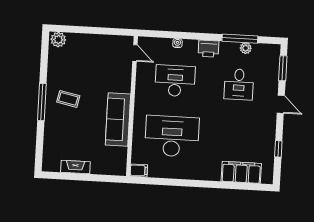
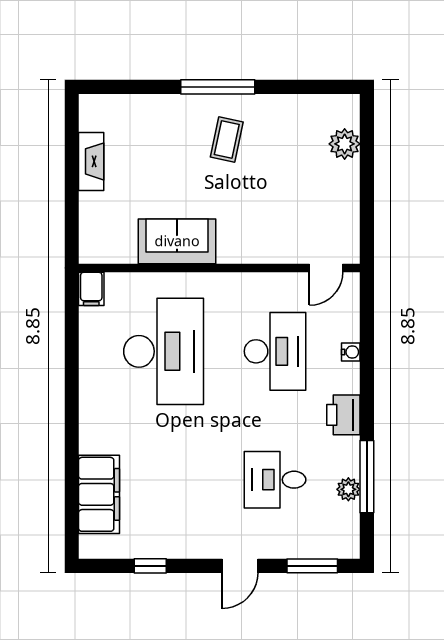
plant: (58, 40) -> (345, 144), moved
sofa: (118, 120) -> (177, 241), width x0.73

